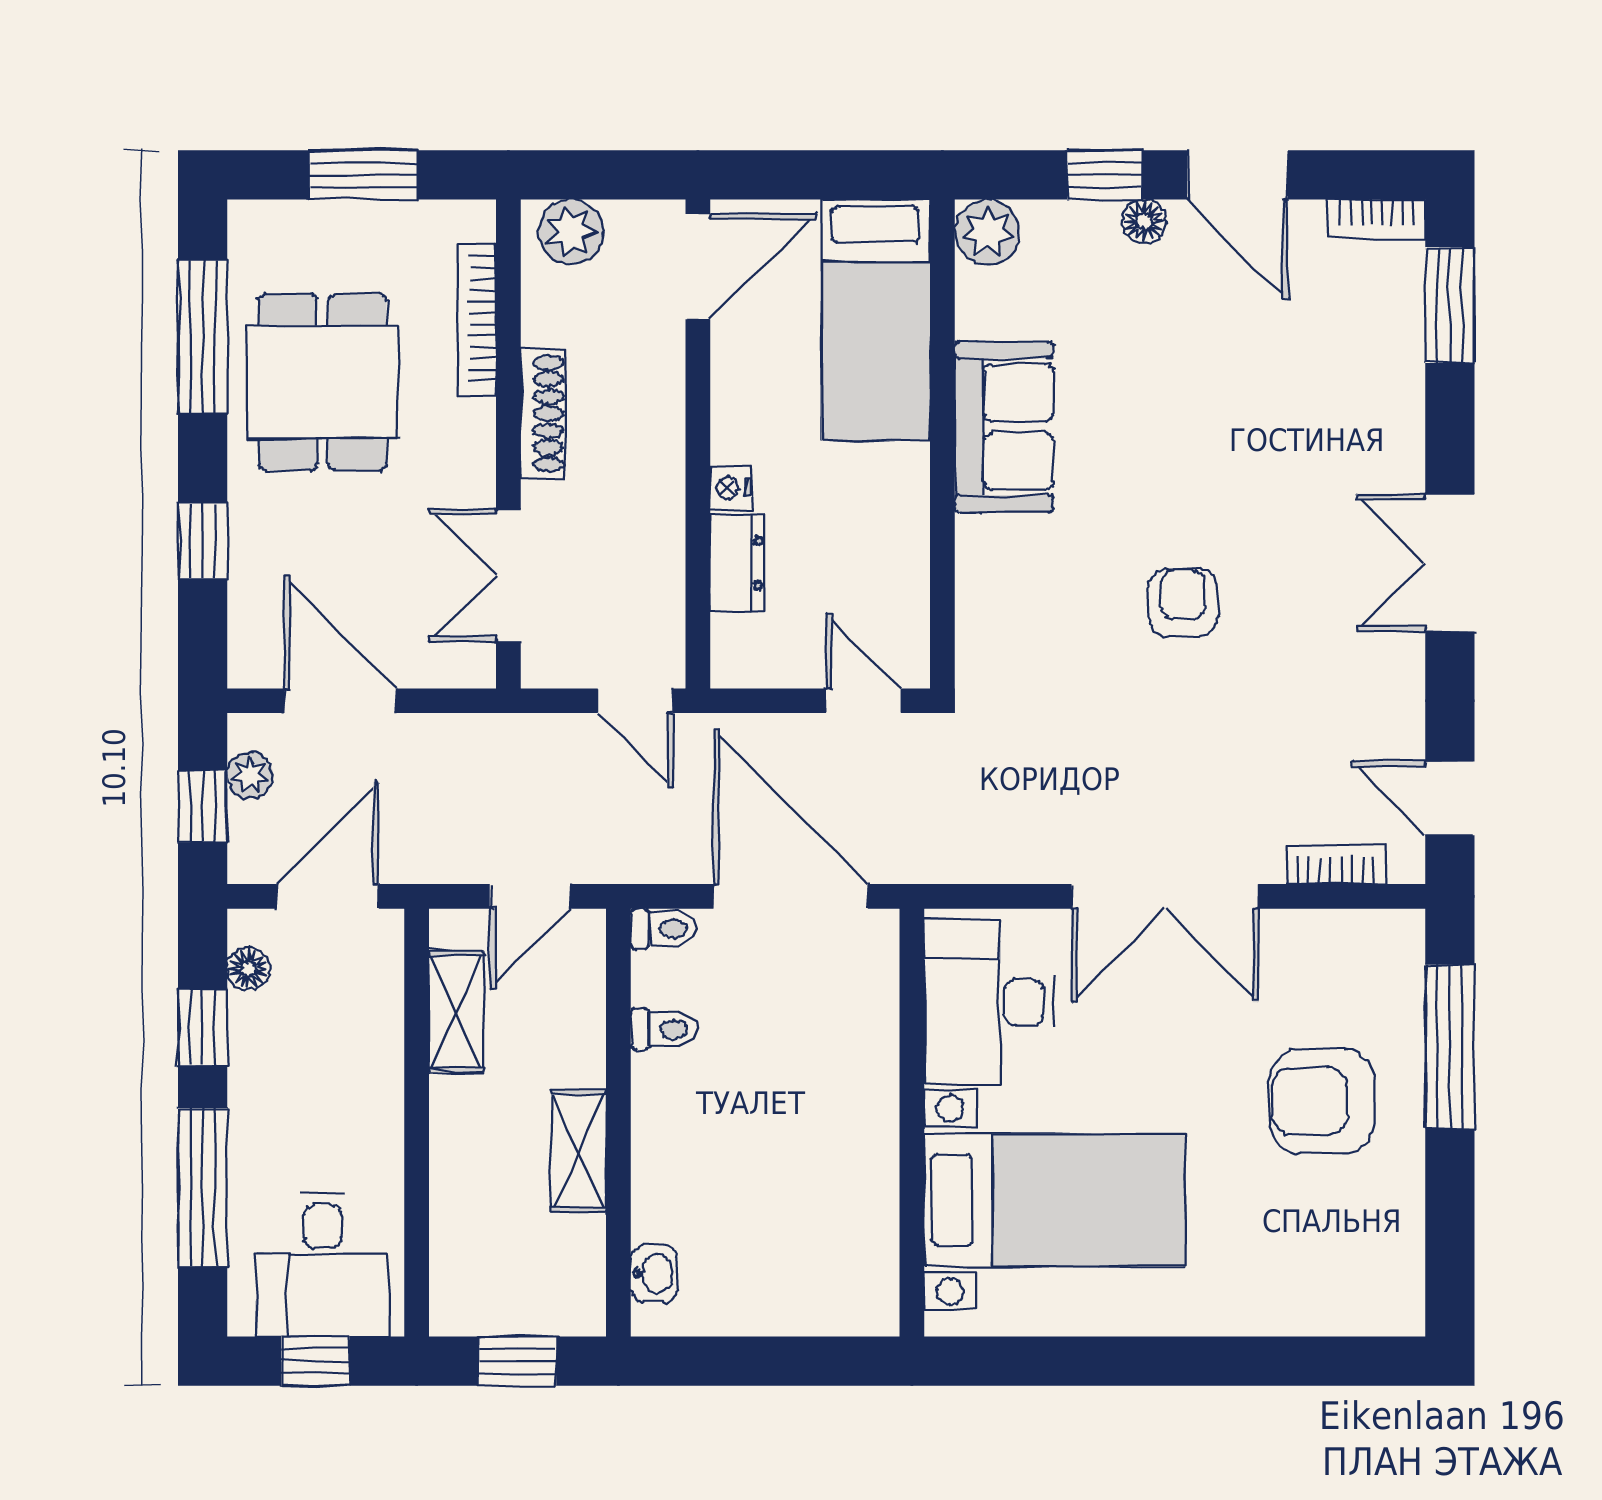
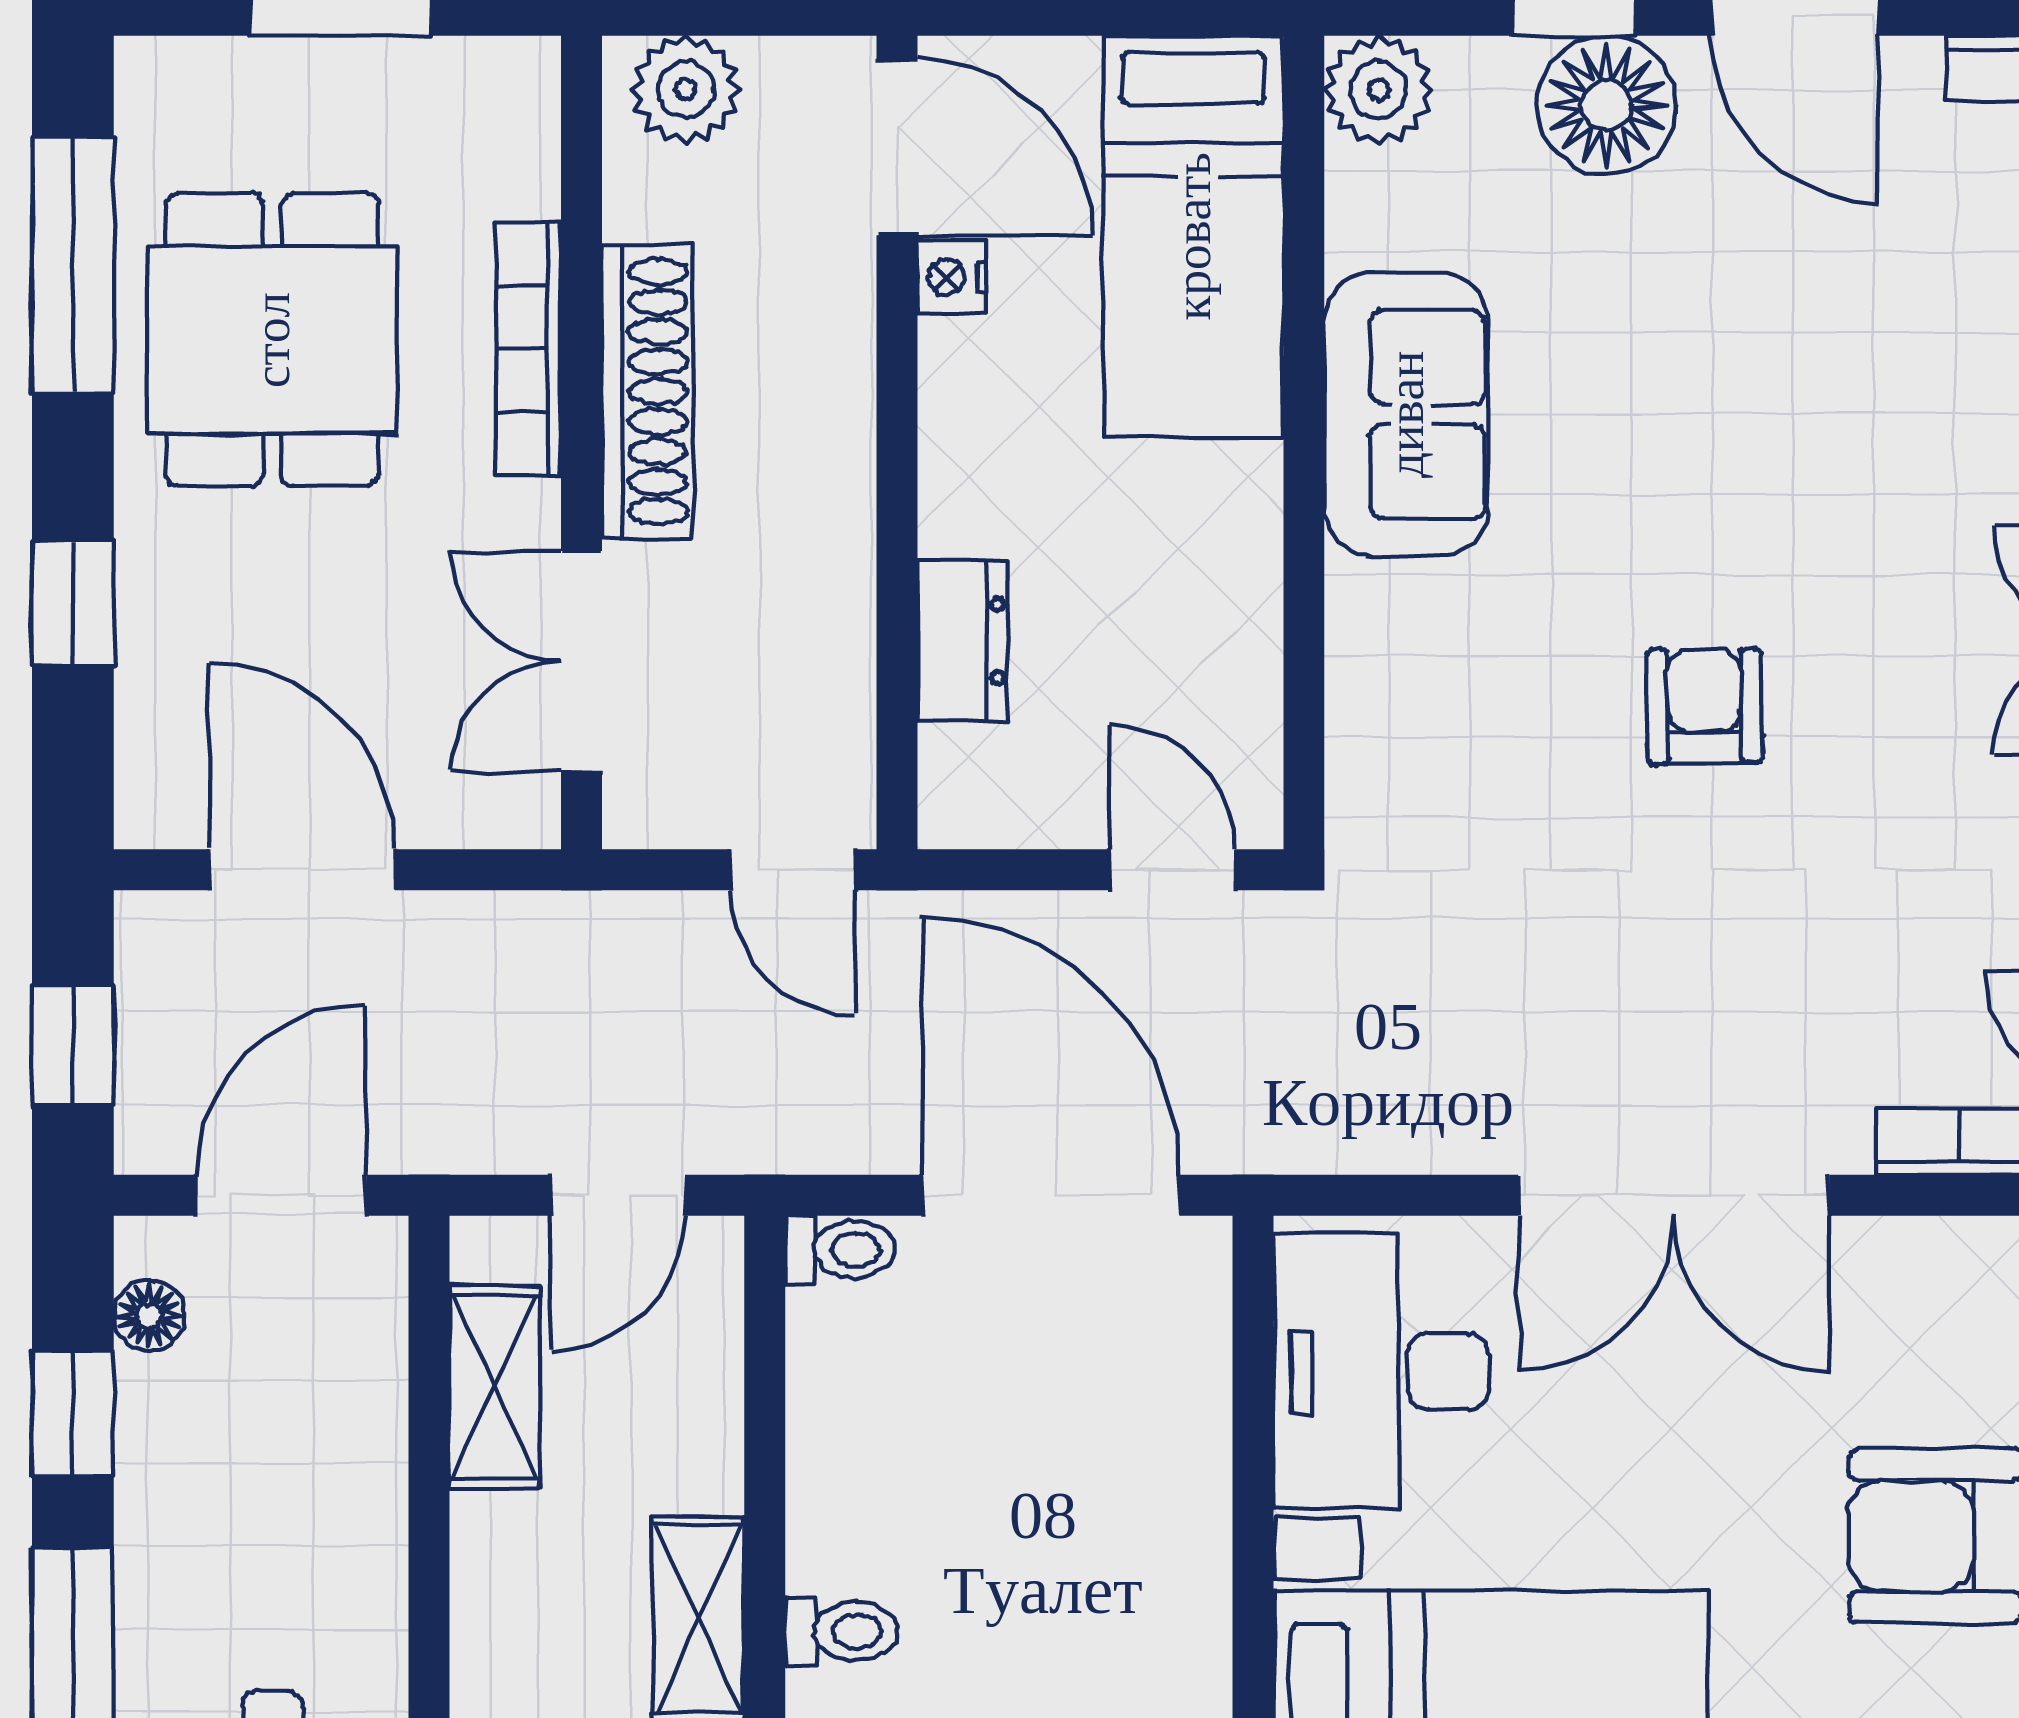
floor lamp: (1144, 221) -> (1607, 105), width x1.89, depth x1.89
door: (698, 267) -> (897, 147), hinge flipped
bookcase: (476, 319) -> (529, 349), moved
shoe rack: (543, 413) -> (647, 392), width x1.36, depth x1.24
nightstand: (731, 488) -> (952, 277), moved
plant: (250, 775) -> (152, 994), removed
toilet: (664, 1029) -> (841, 1631), moved

